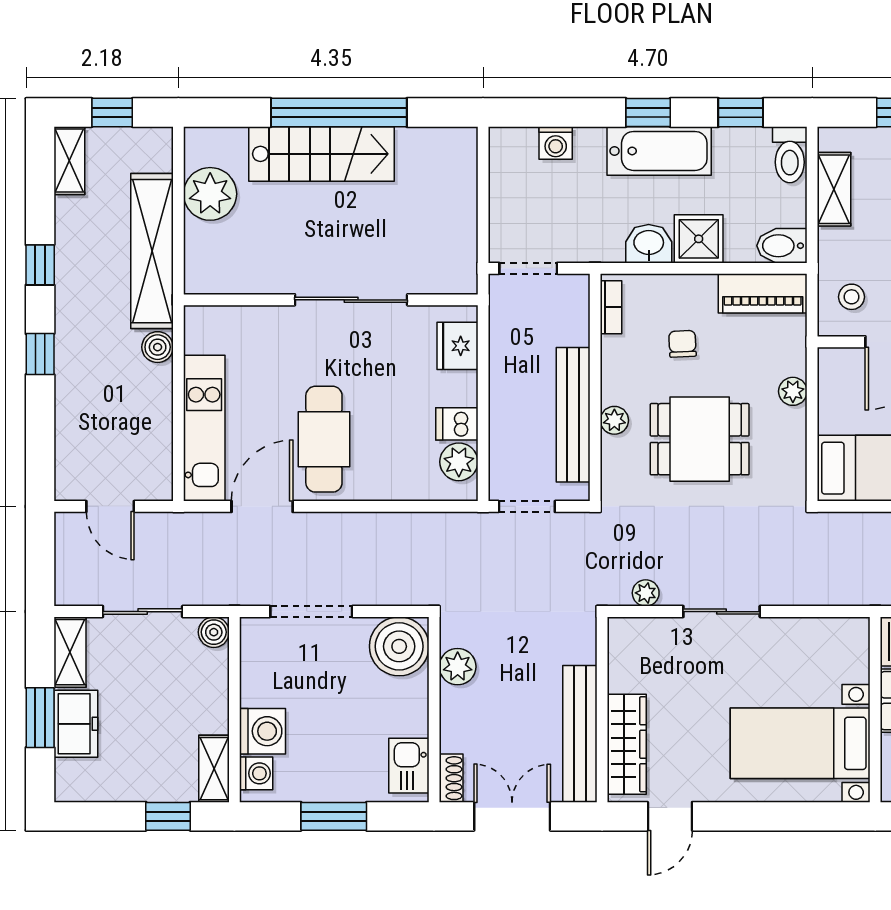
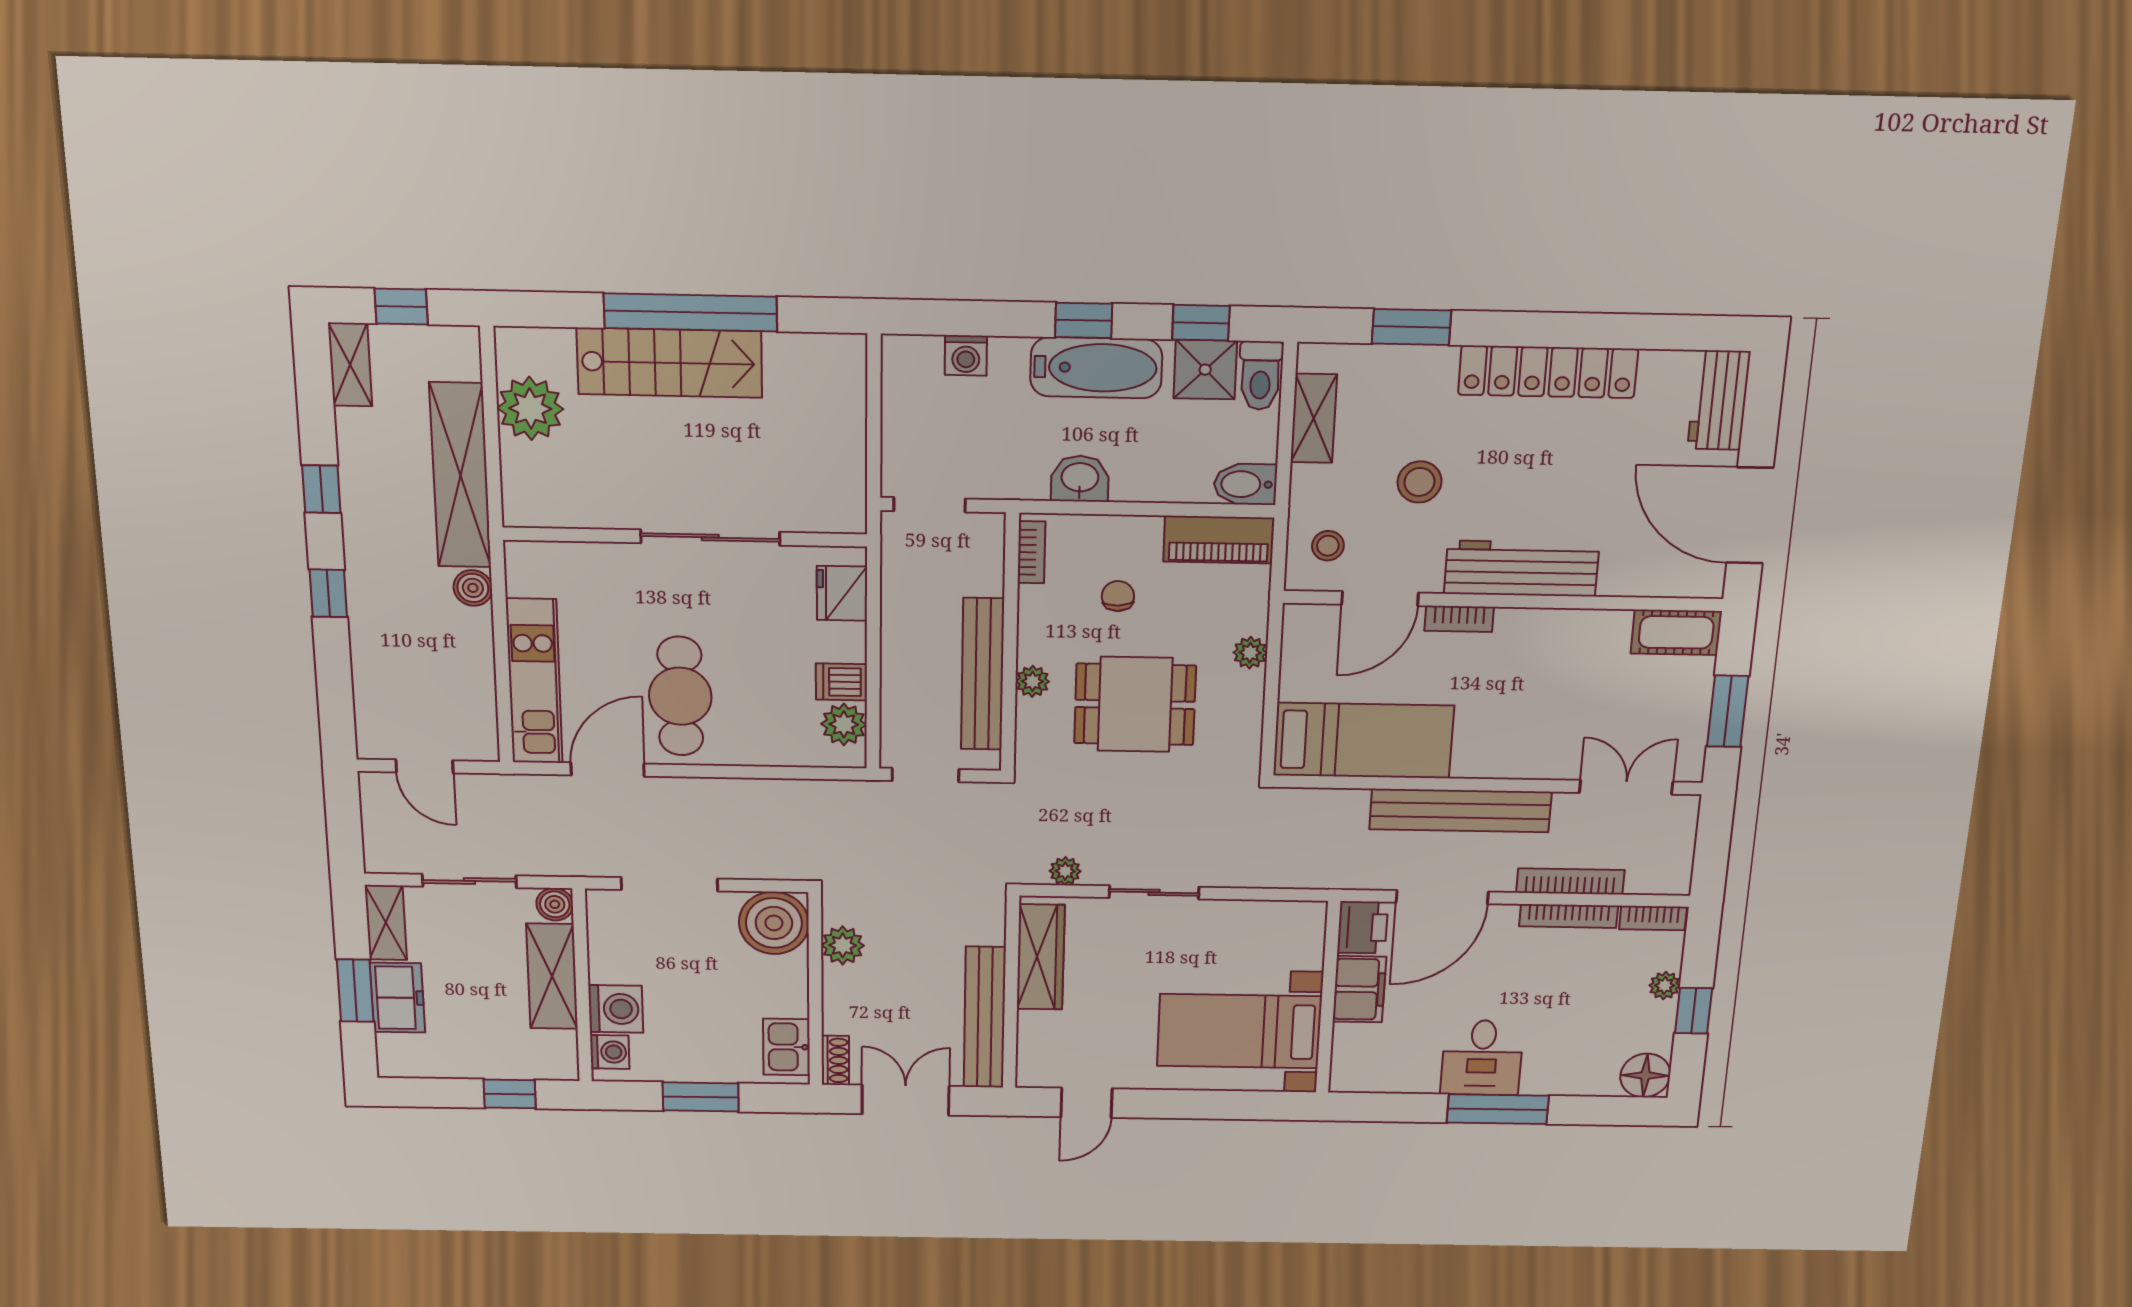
shower: (699, 239) -> (1205, 370), moved
wardrobe: (627, 744) -> (1041, 957), moved
shelving: (214, 769) -> (552, 976), moved, width x1.50, depth x1.33

